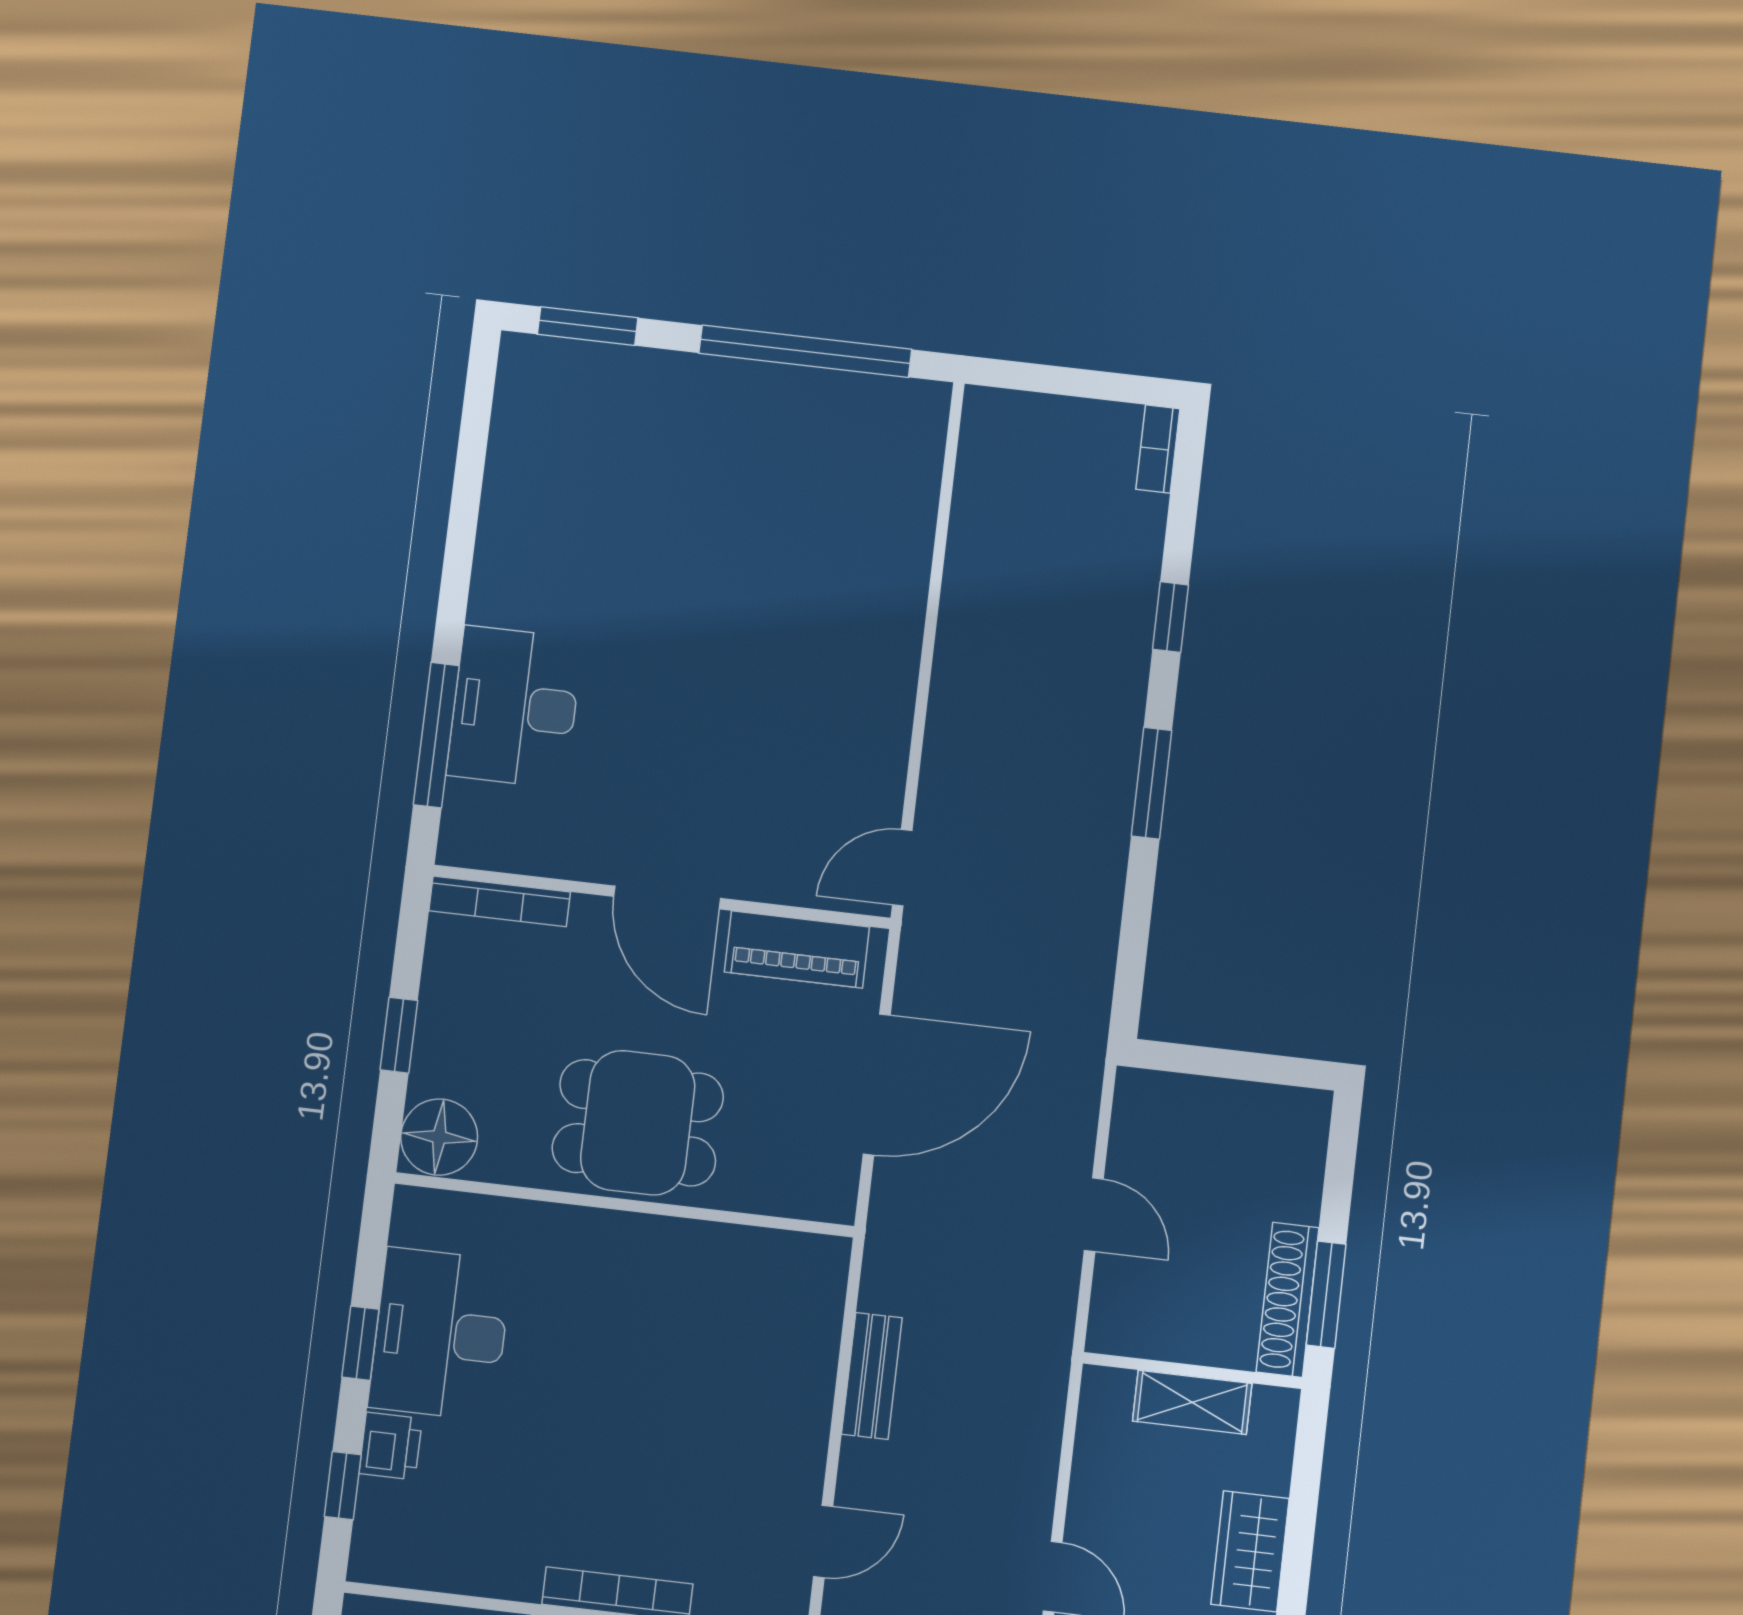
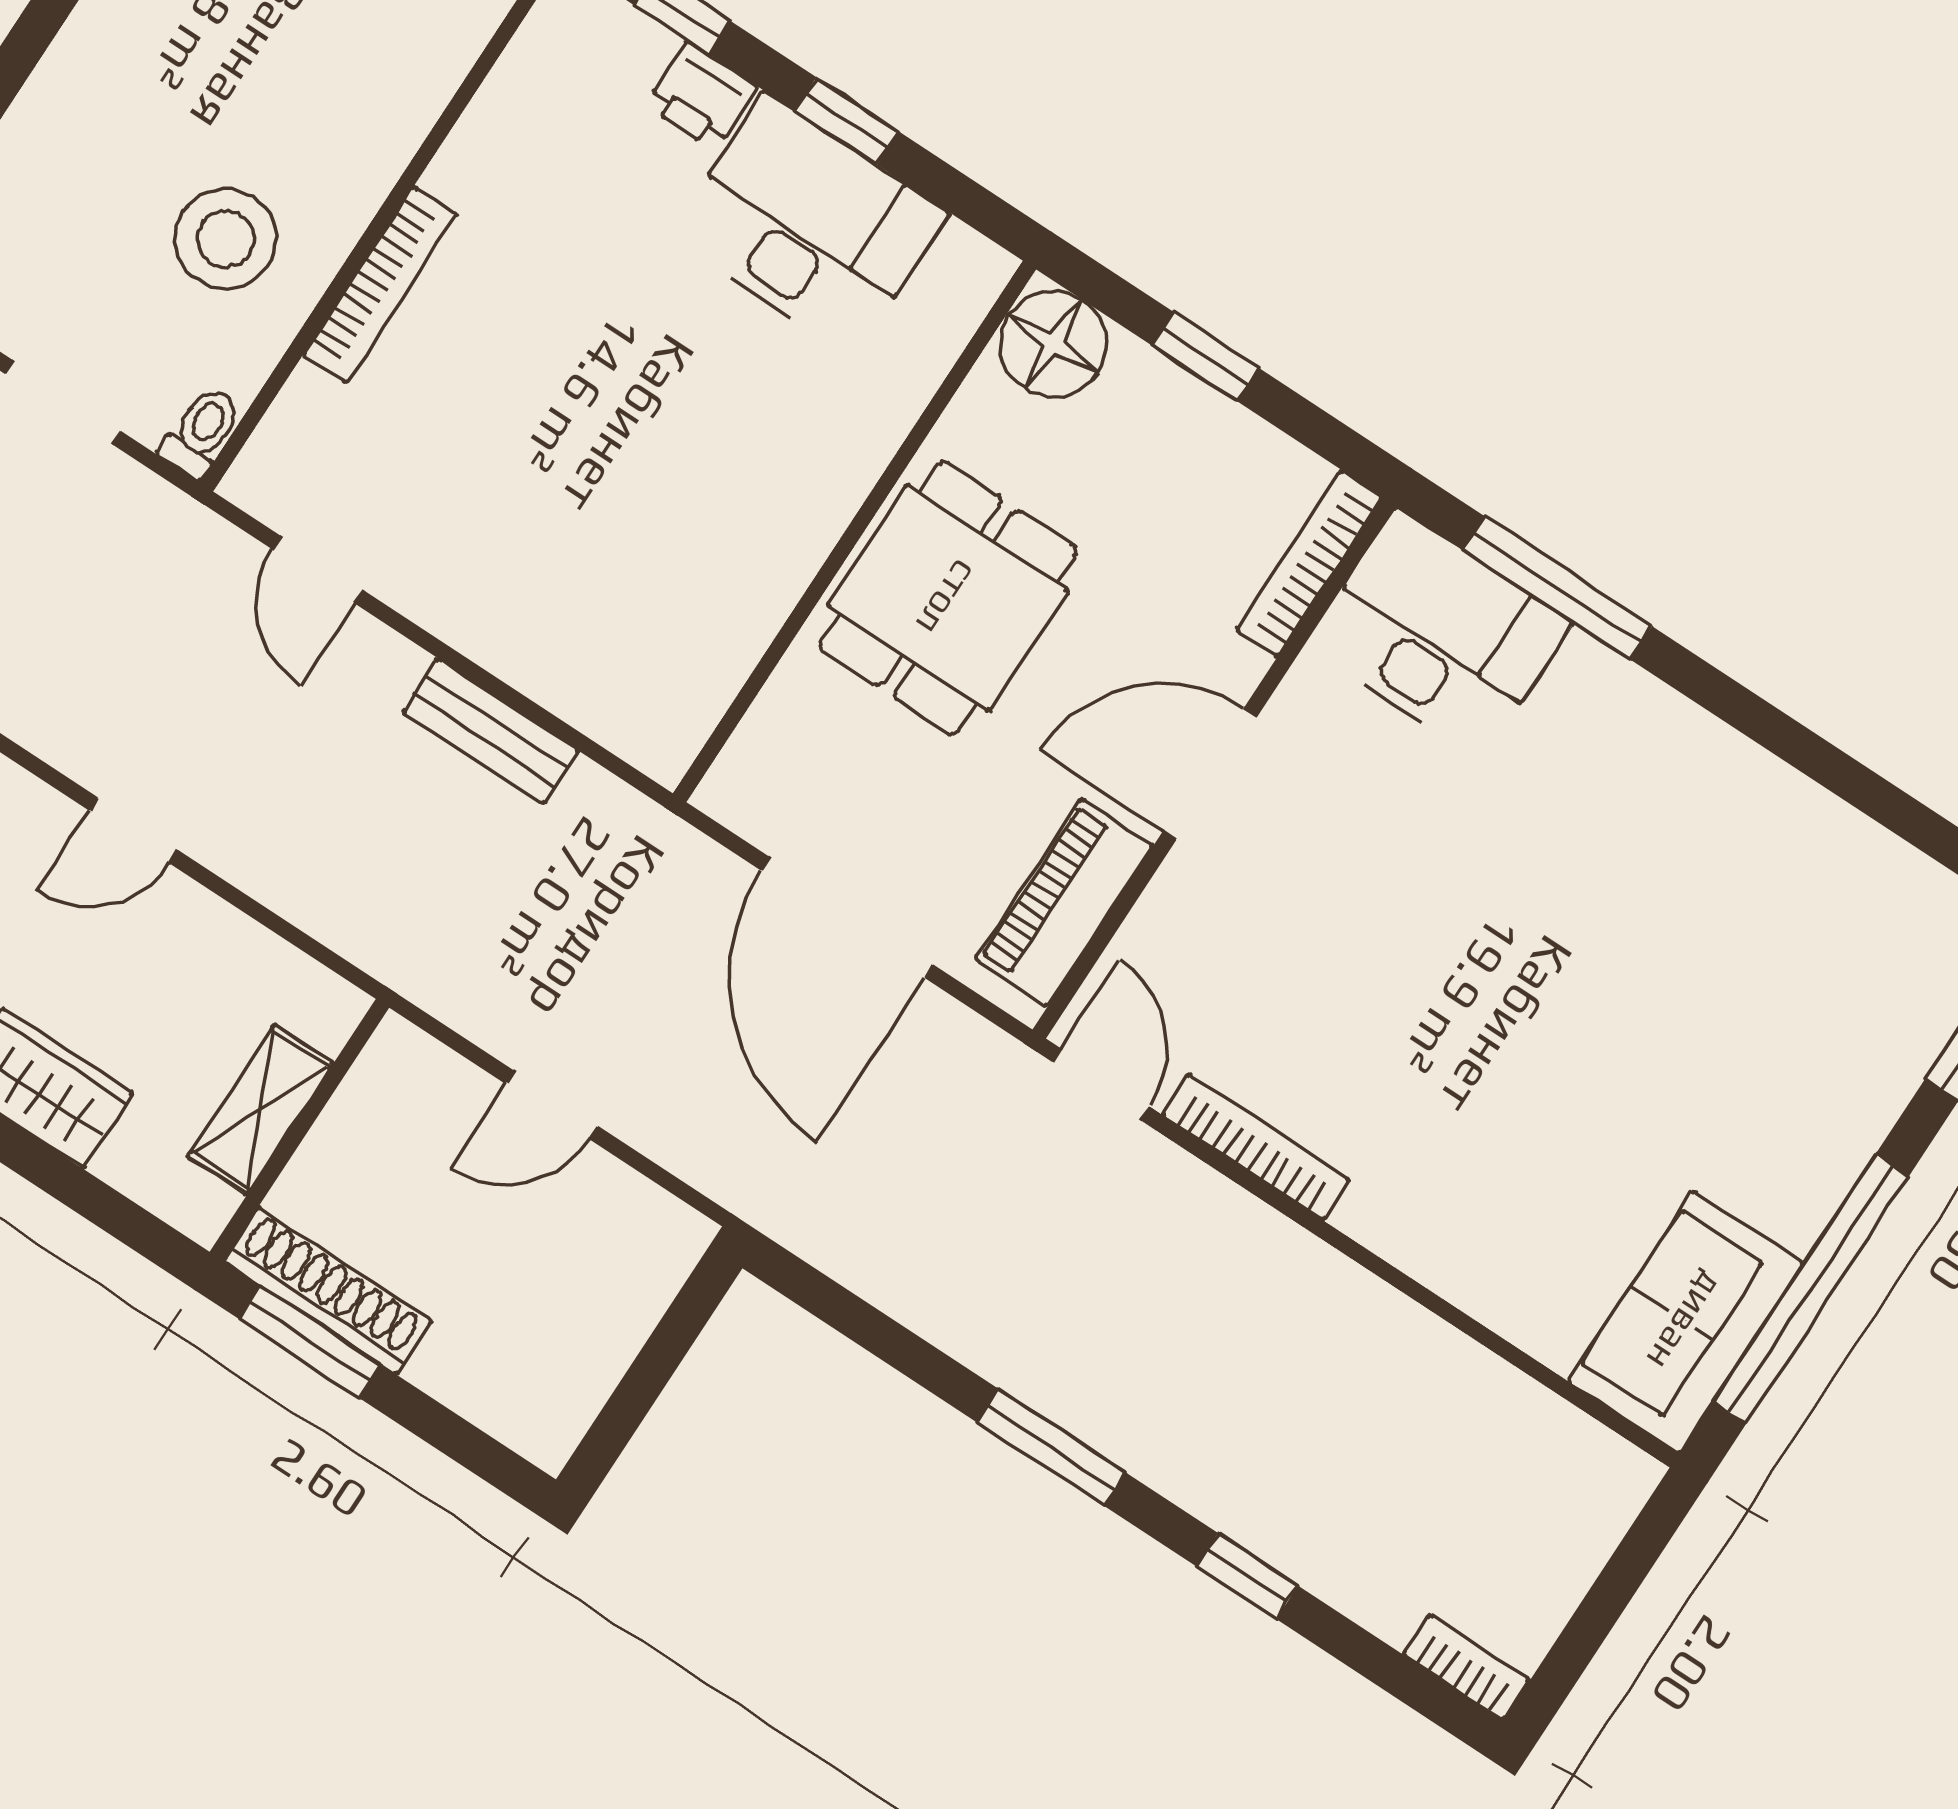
sofa: (867, 419) -> (1686, 1322), added
desk: (515, 707) -> (1439, 634), moved
bookcase: (893, 749) -> (1256, 1147), added

